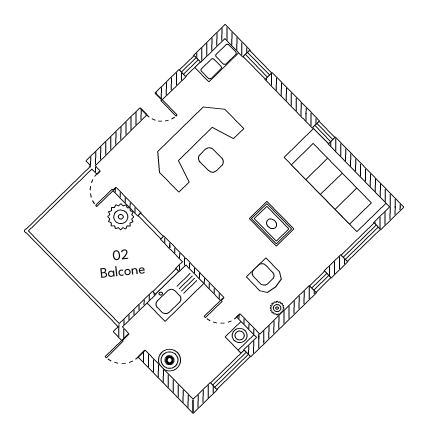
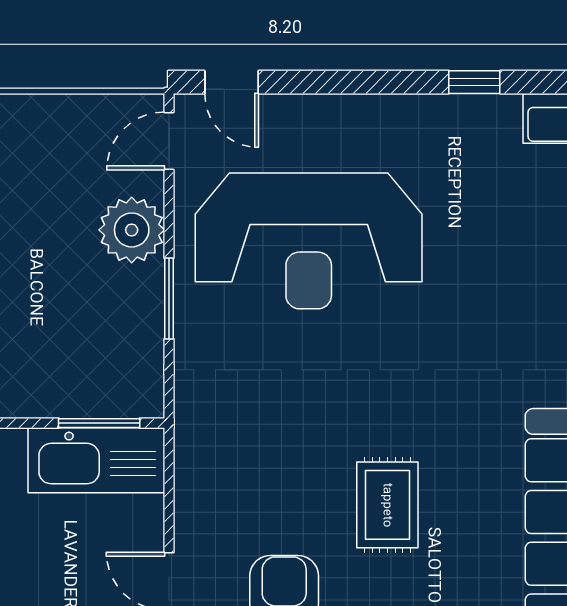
window: (190, 66) -> (474, 82), moved
door: (151, 104) -> (232, 82), moved
reception desk: (200, 149) -> (309, 241), moved

